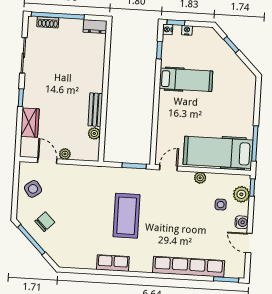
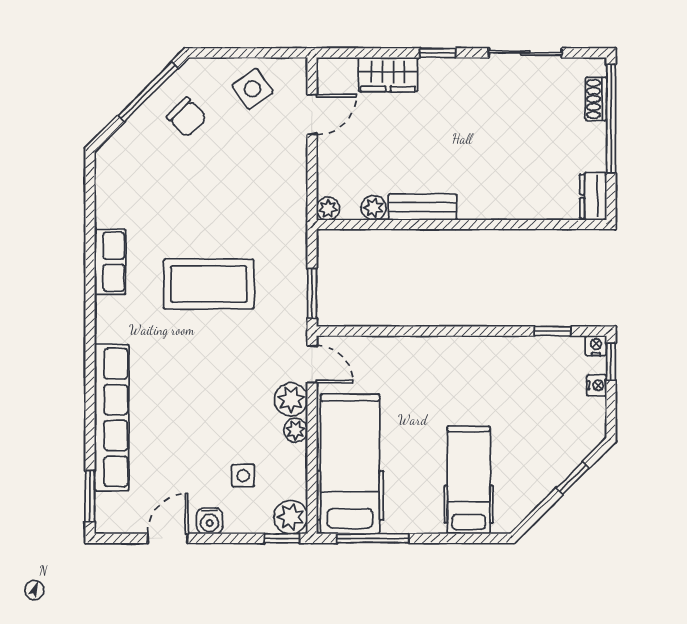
hospital bed: (186, 80) -> (469, 480), moved, turned 180
plant: (65, 154) -> (328, 209), moved
plant: (185, 179) -> (291, 399), added
plant: (241, 194) -> (291, 517), moved

